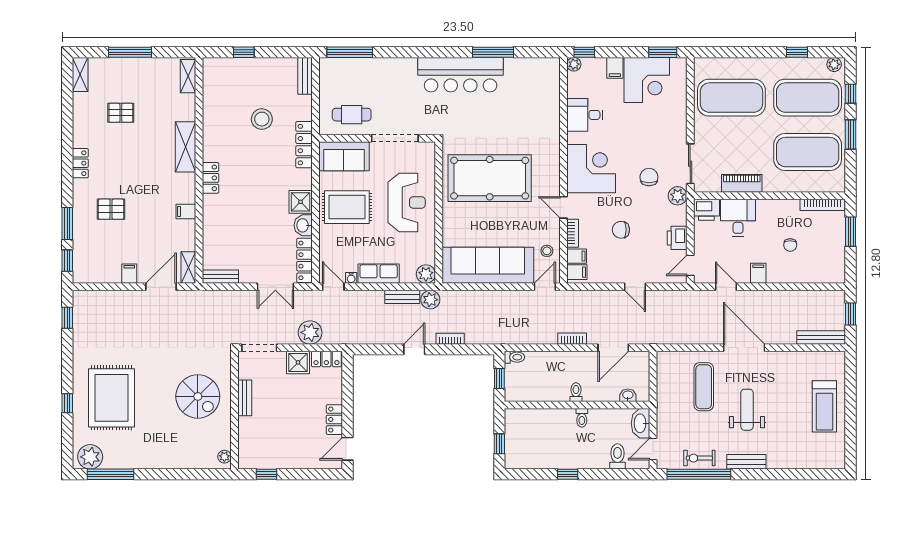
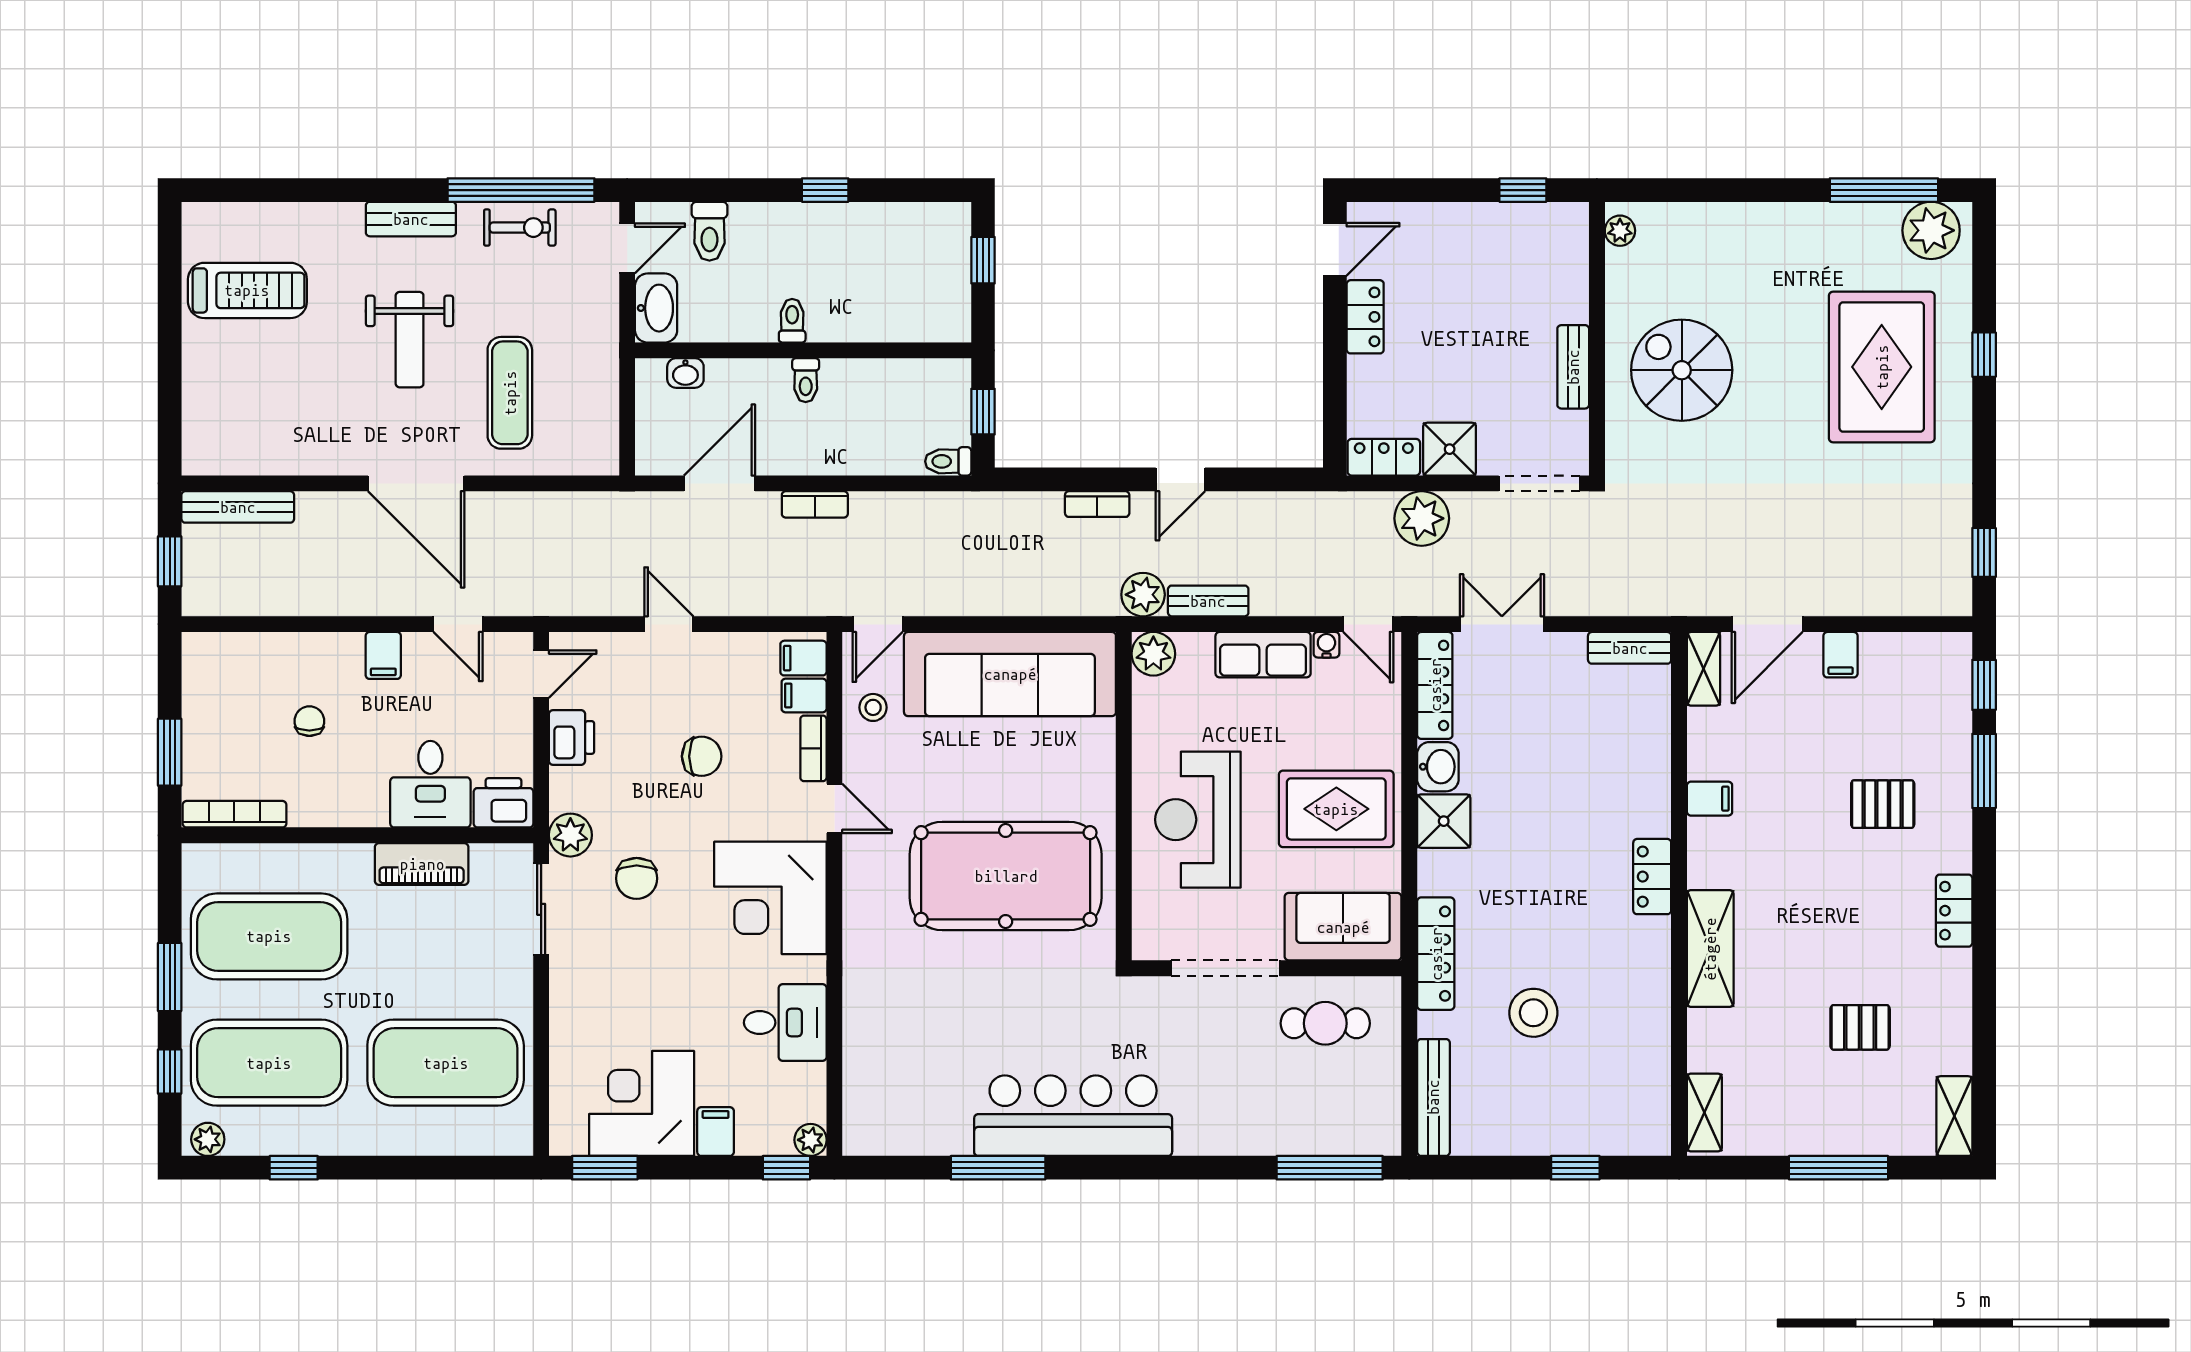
bench: (305, 76) -> (1433, 1097), width x1.36
treadmill: (824, 406) -> (247, 290), moved, turned 90

